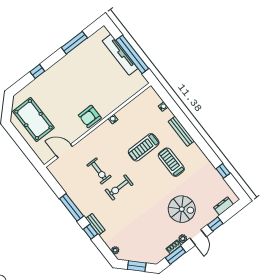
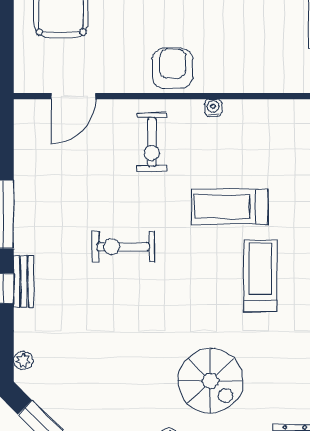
armchair: (90, 117) -> (173, 68), turned 90
door: (64, 151) -> (73, 96), swing flipped
exercise bike: (99, 171) -> (152, 142), moved

